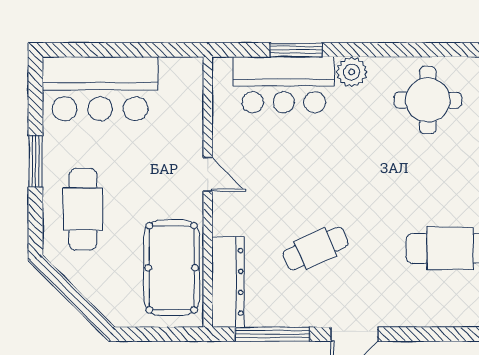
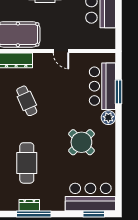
round table: (428, 100) -> (81, 142), moved, turned 45
door: (208, 174) -> (61, 51), hinge flipped

